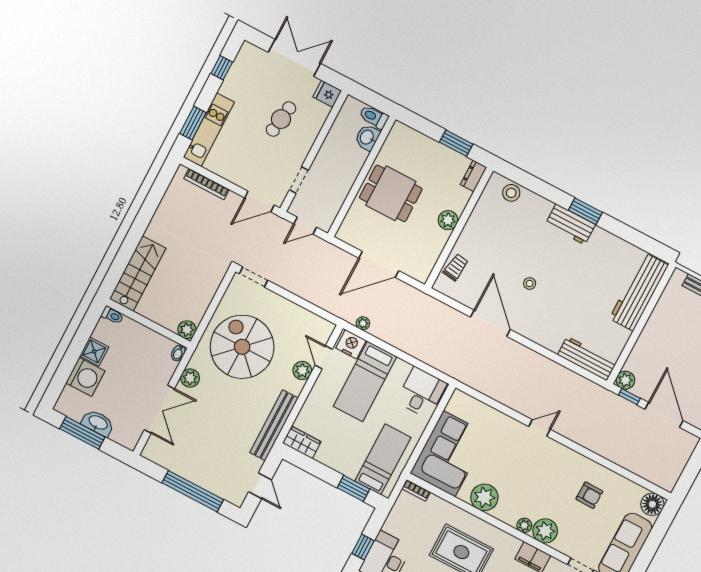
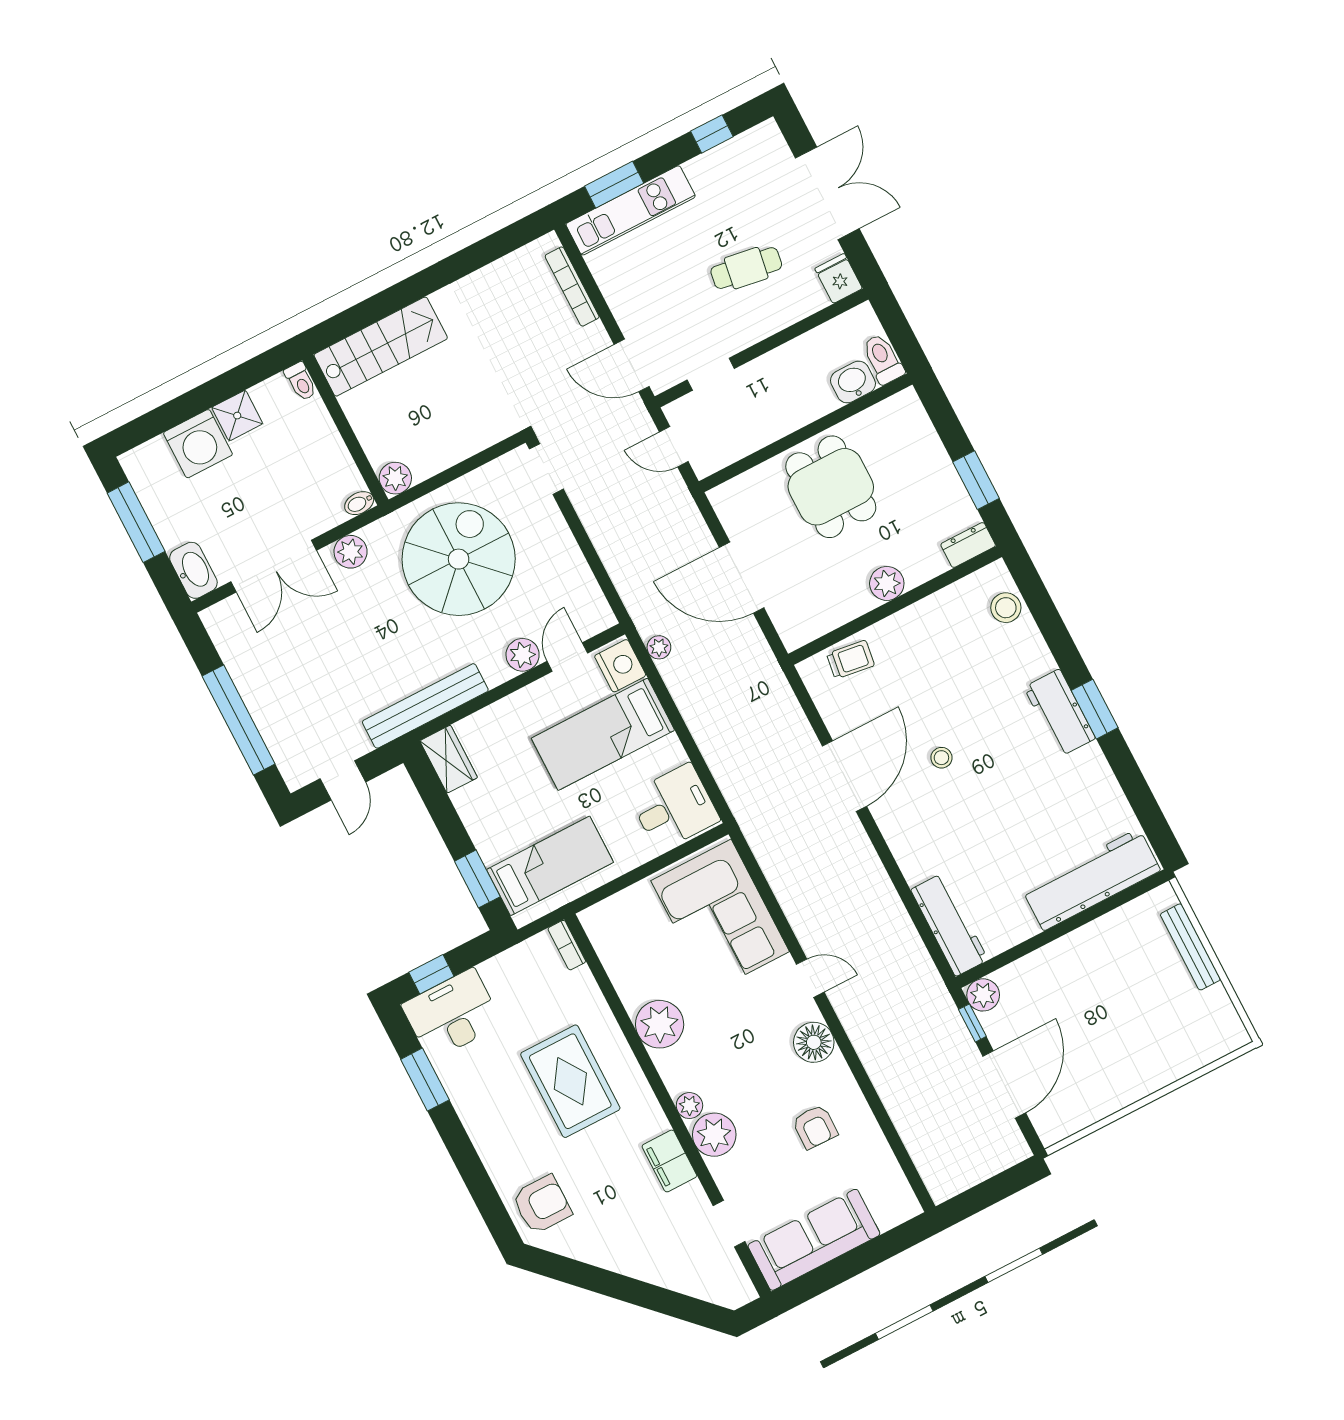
washbasin: (98, 423) -> (193, 570), moved
corner sofa: (449, 454) -> (720, 916), moved, turned 90
floor lamp: (652, 504) -> (814, 1042), moved

